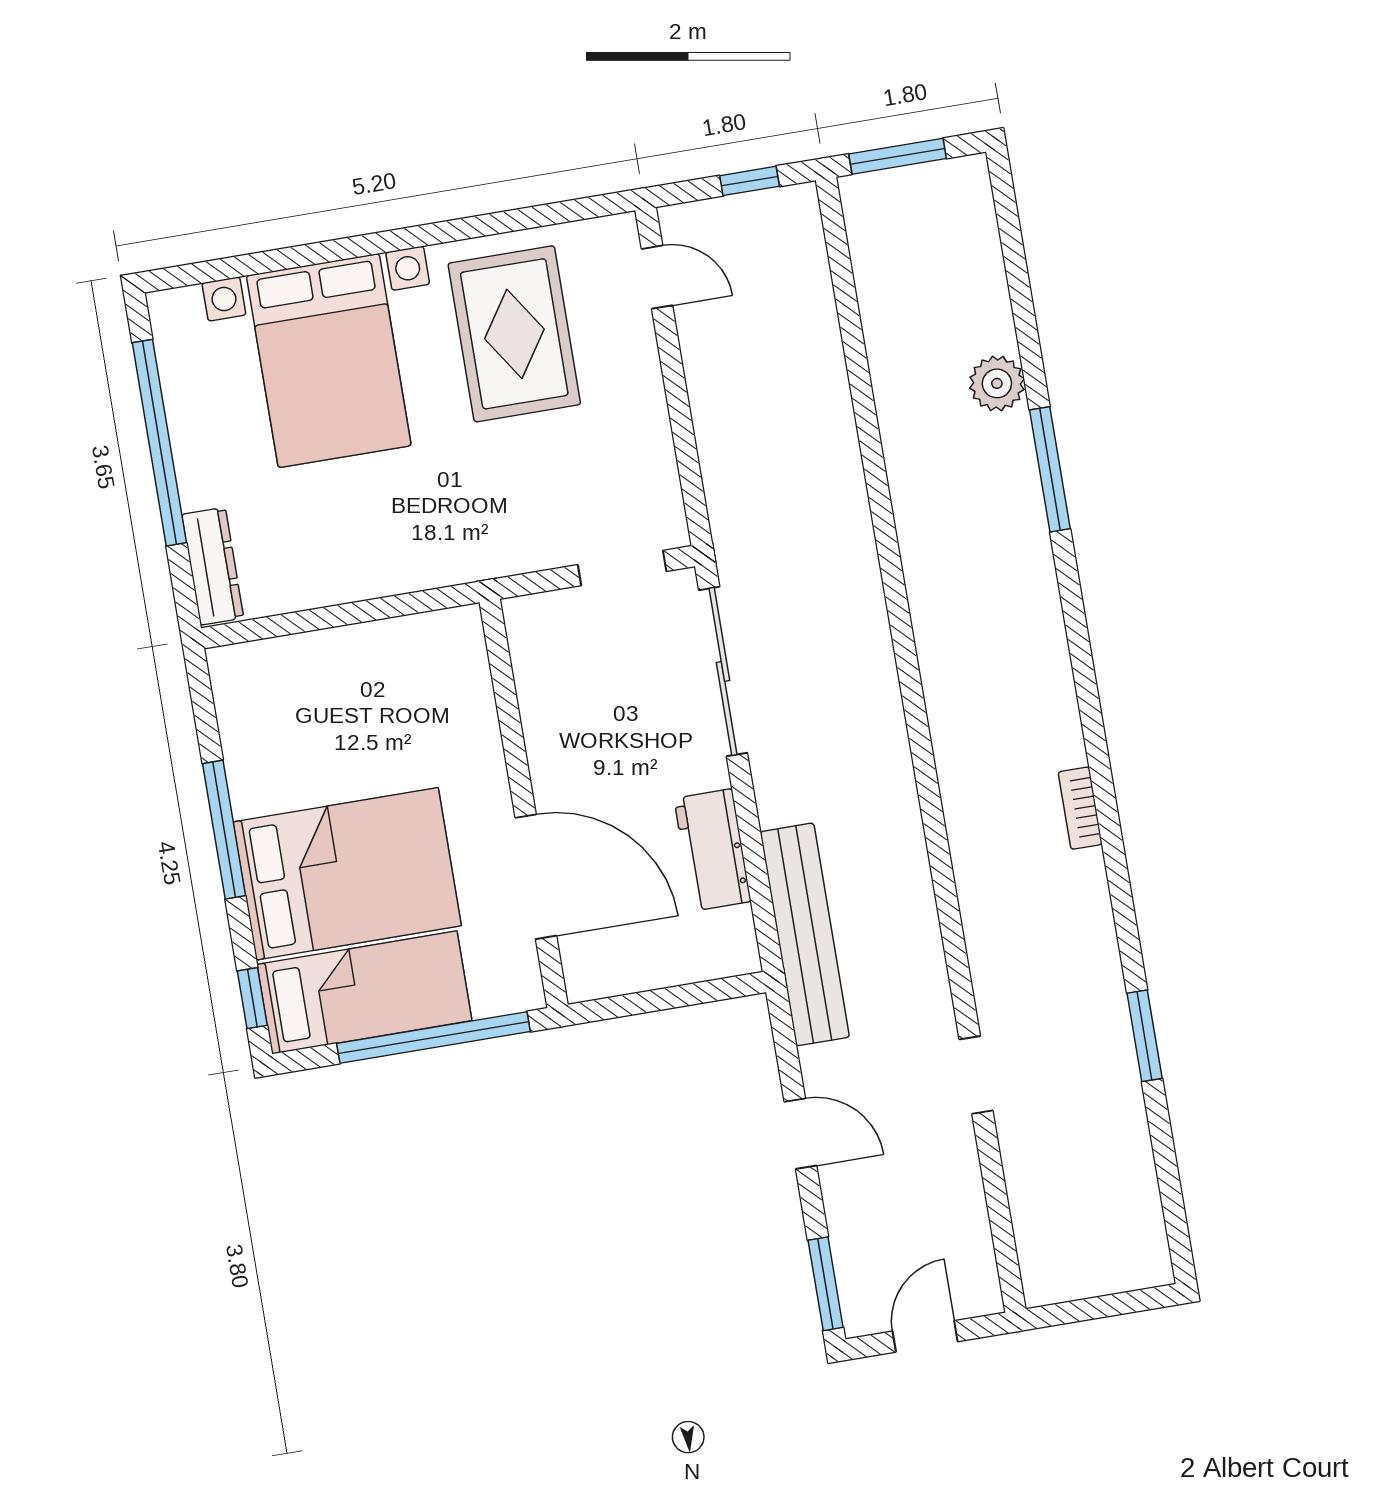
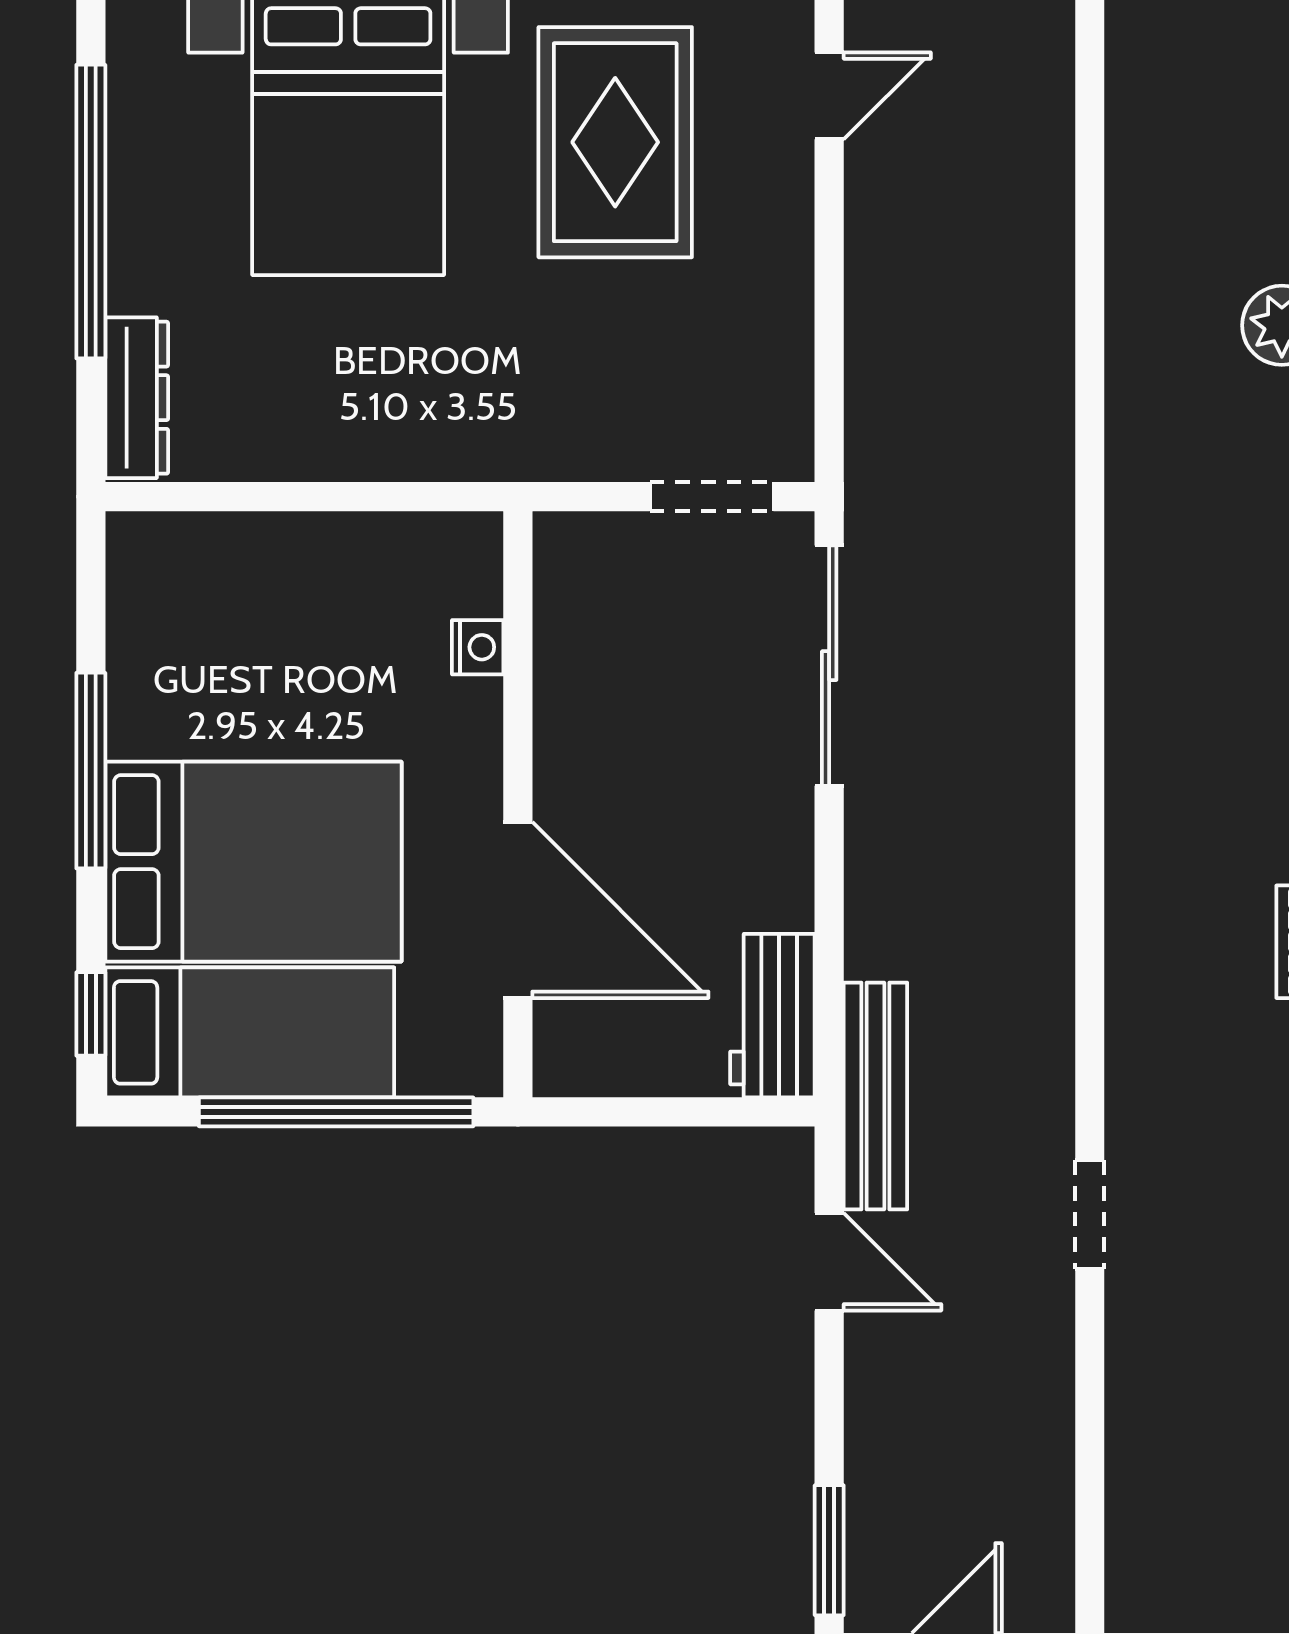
door: (657, 277) -> (829, 96), hinge flipped
nightstand: (478, 699) -> (478, 647), added
workbench: (713, 850) -> (772, 1016), moved
bench: (805, 934) -> (875, 1096), width x0.73, depth x0.82
doorway: (976, 1075) -> (1090, 1215), moved
door: (800, 1134) -> (829, 1262), moved

